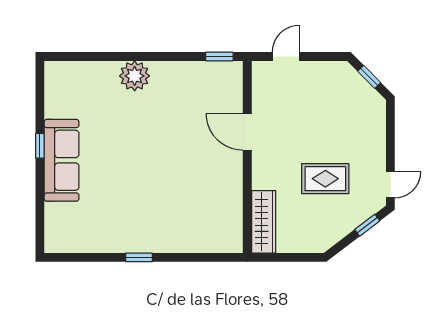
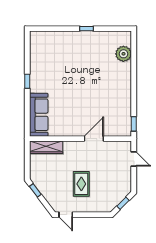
plant: (135, 76) -> (123, 54), moved
sofa: (62, 160) -> (39, 115), moved, turned -90
rug: (325, 179) -> (81, 184), moved
window: (367, 225) -> (35, 190), moved

